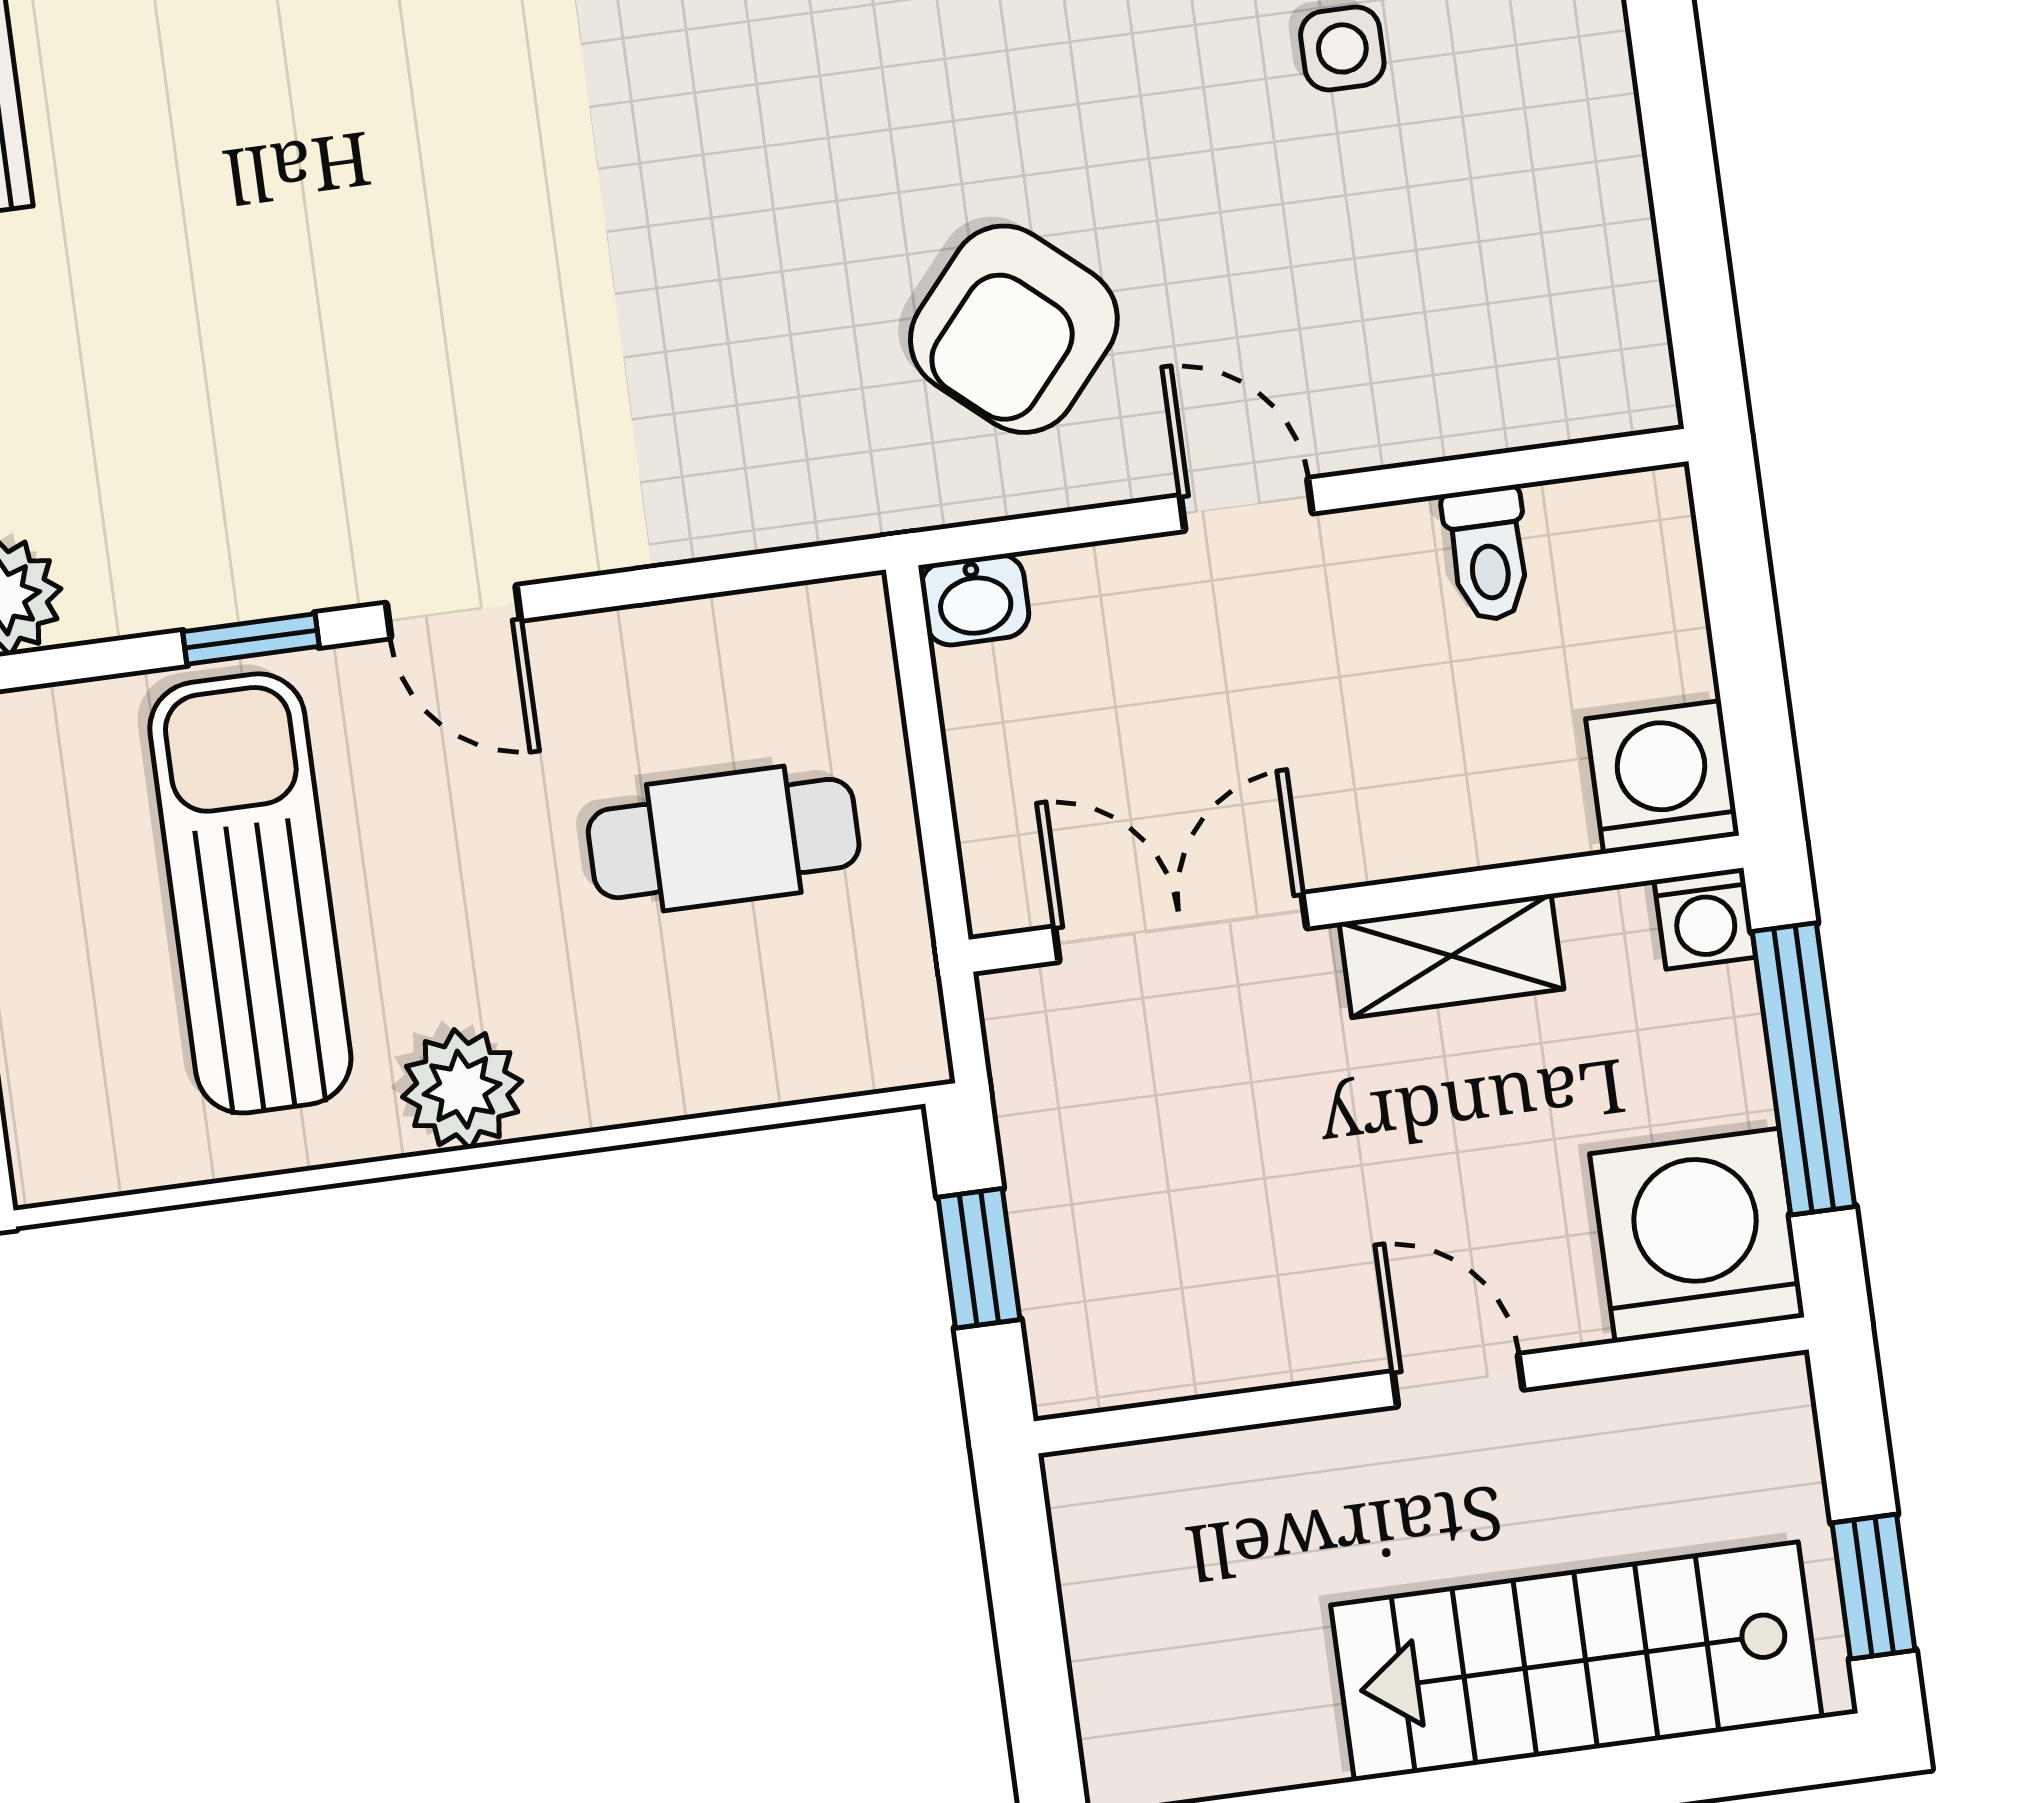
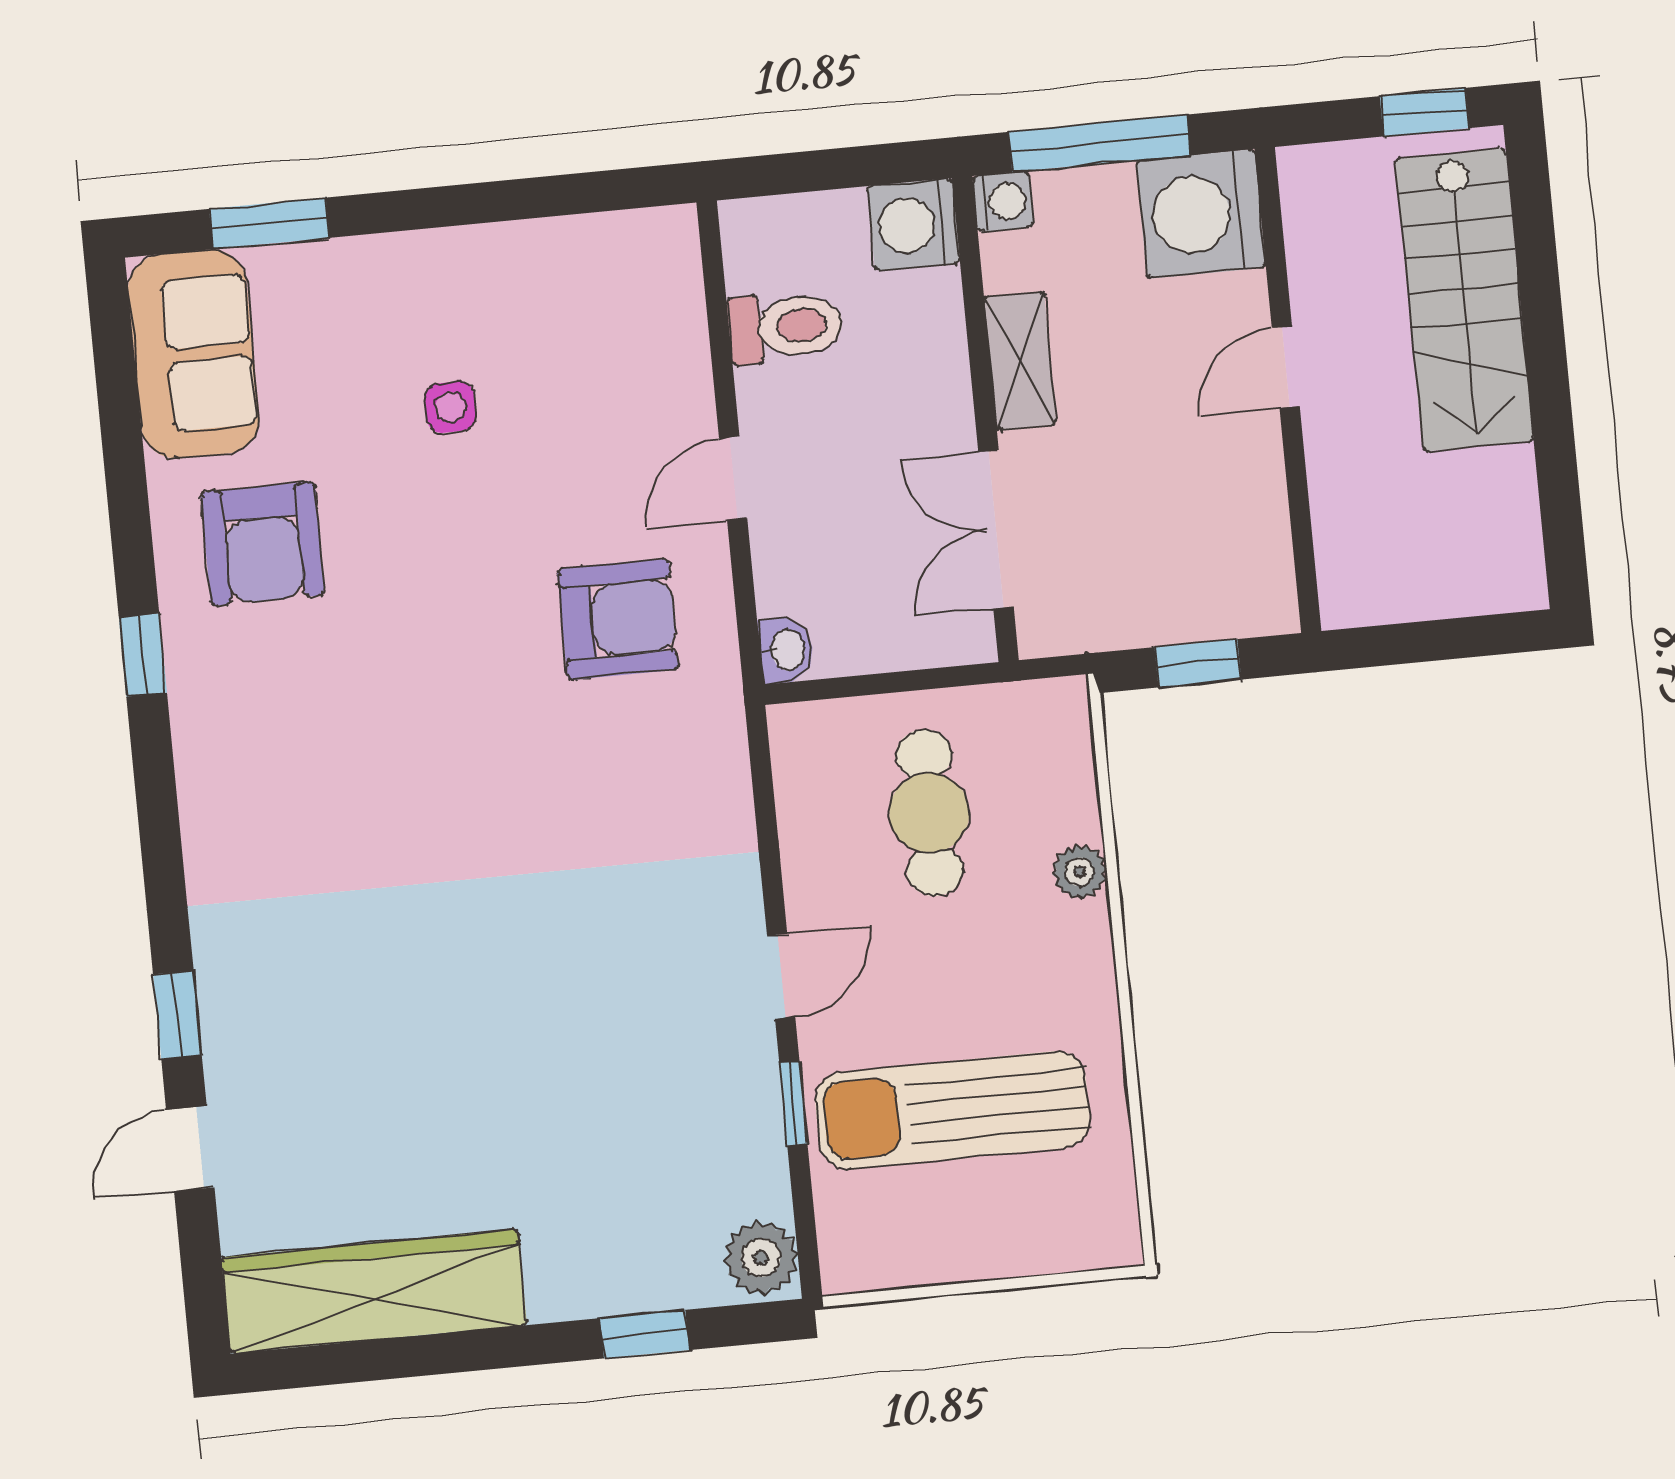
armchair: (1014, 329) -> (618, 619), turned -41
toilet: (1488, 554) -> (786, 327), width x1.37, depth x1.39
plant: (462, 1089) -> (1079, 872), moved, width x0.73, depth x0.73

